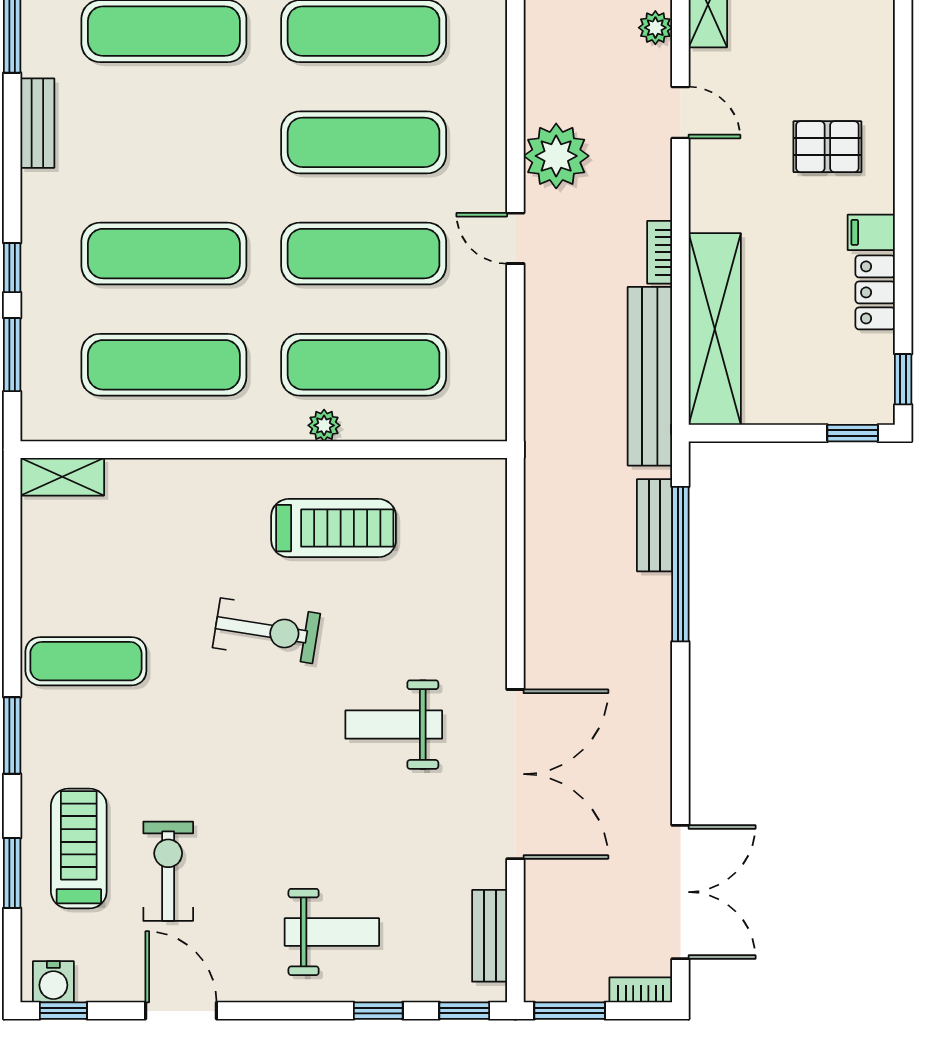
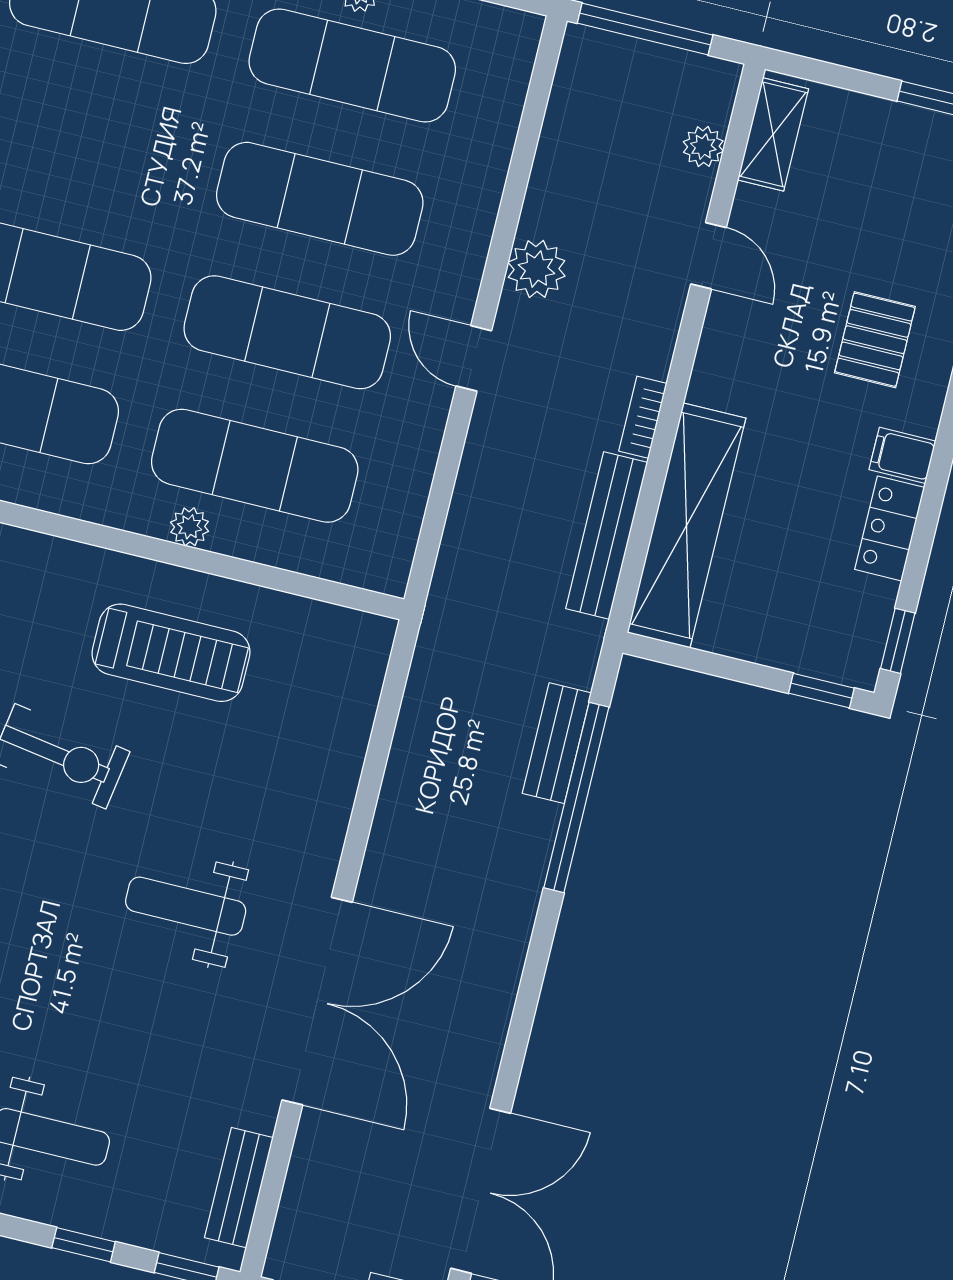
pallet: (827, 147) -> (875, 340), turned 90
plant: (556, 156) -> (536, 269), width x0.73, depth x0.73
bench: (650, 376) -> (607, 535), width x0.73, depth x0.82

